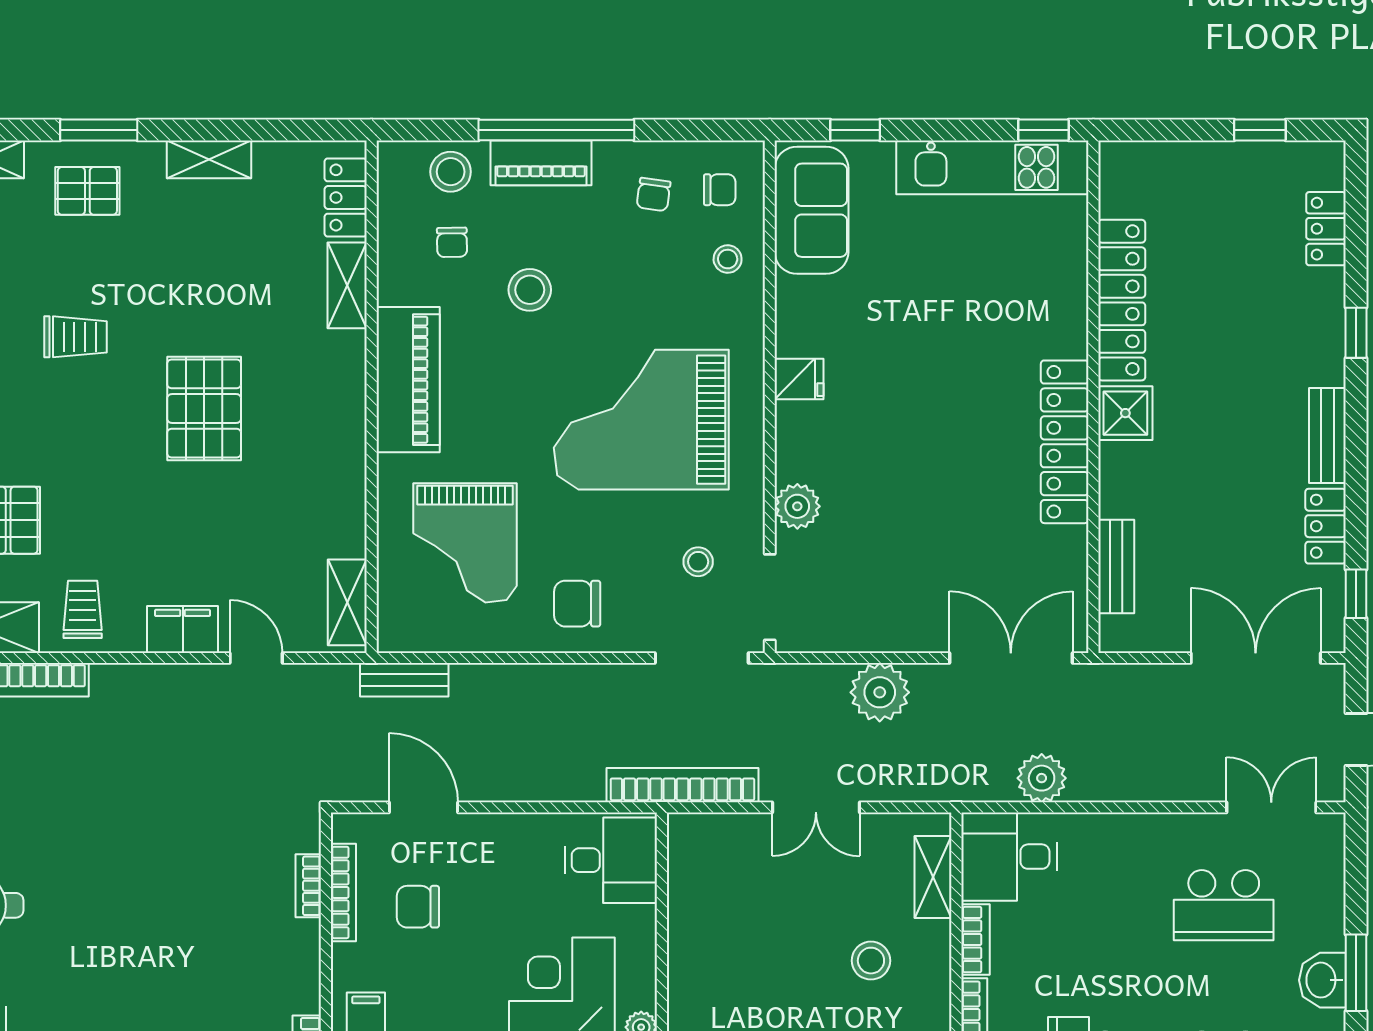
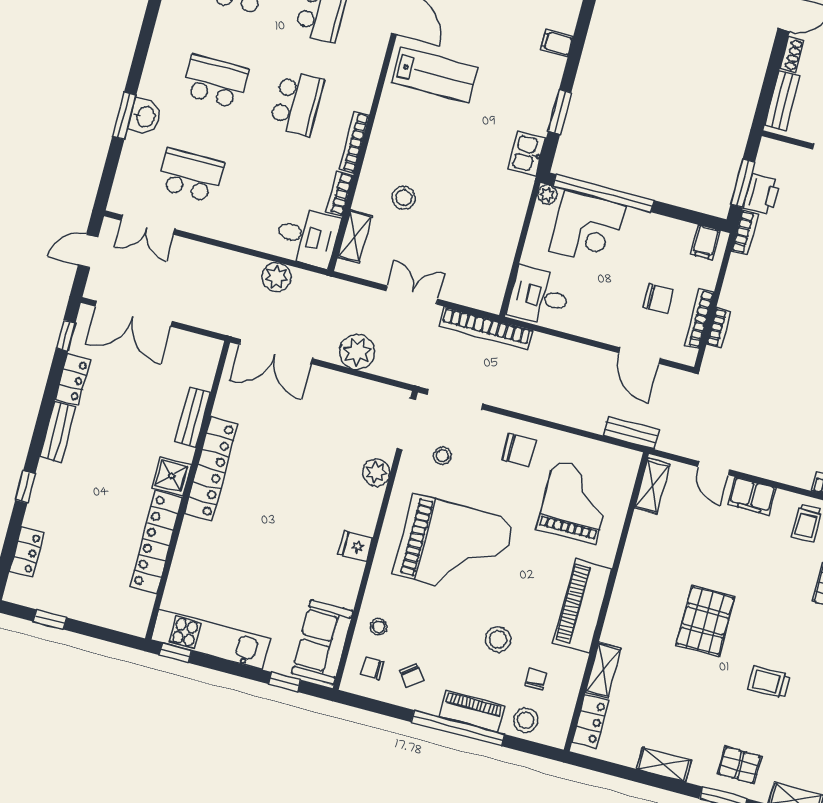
chair: (654, 194) -> (412, 676), turned 134
bench: (1116, 567) -> (193, 417), moved

